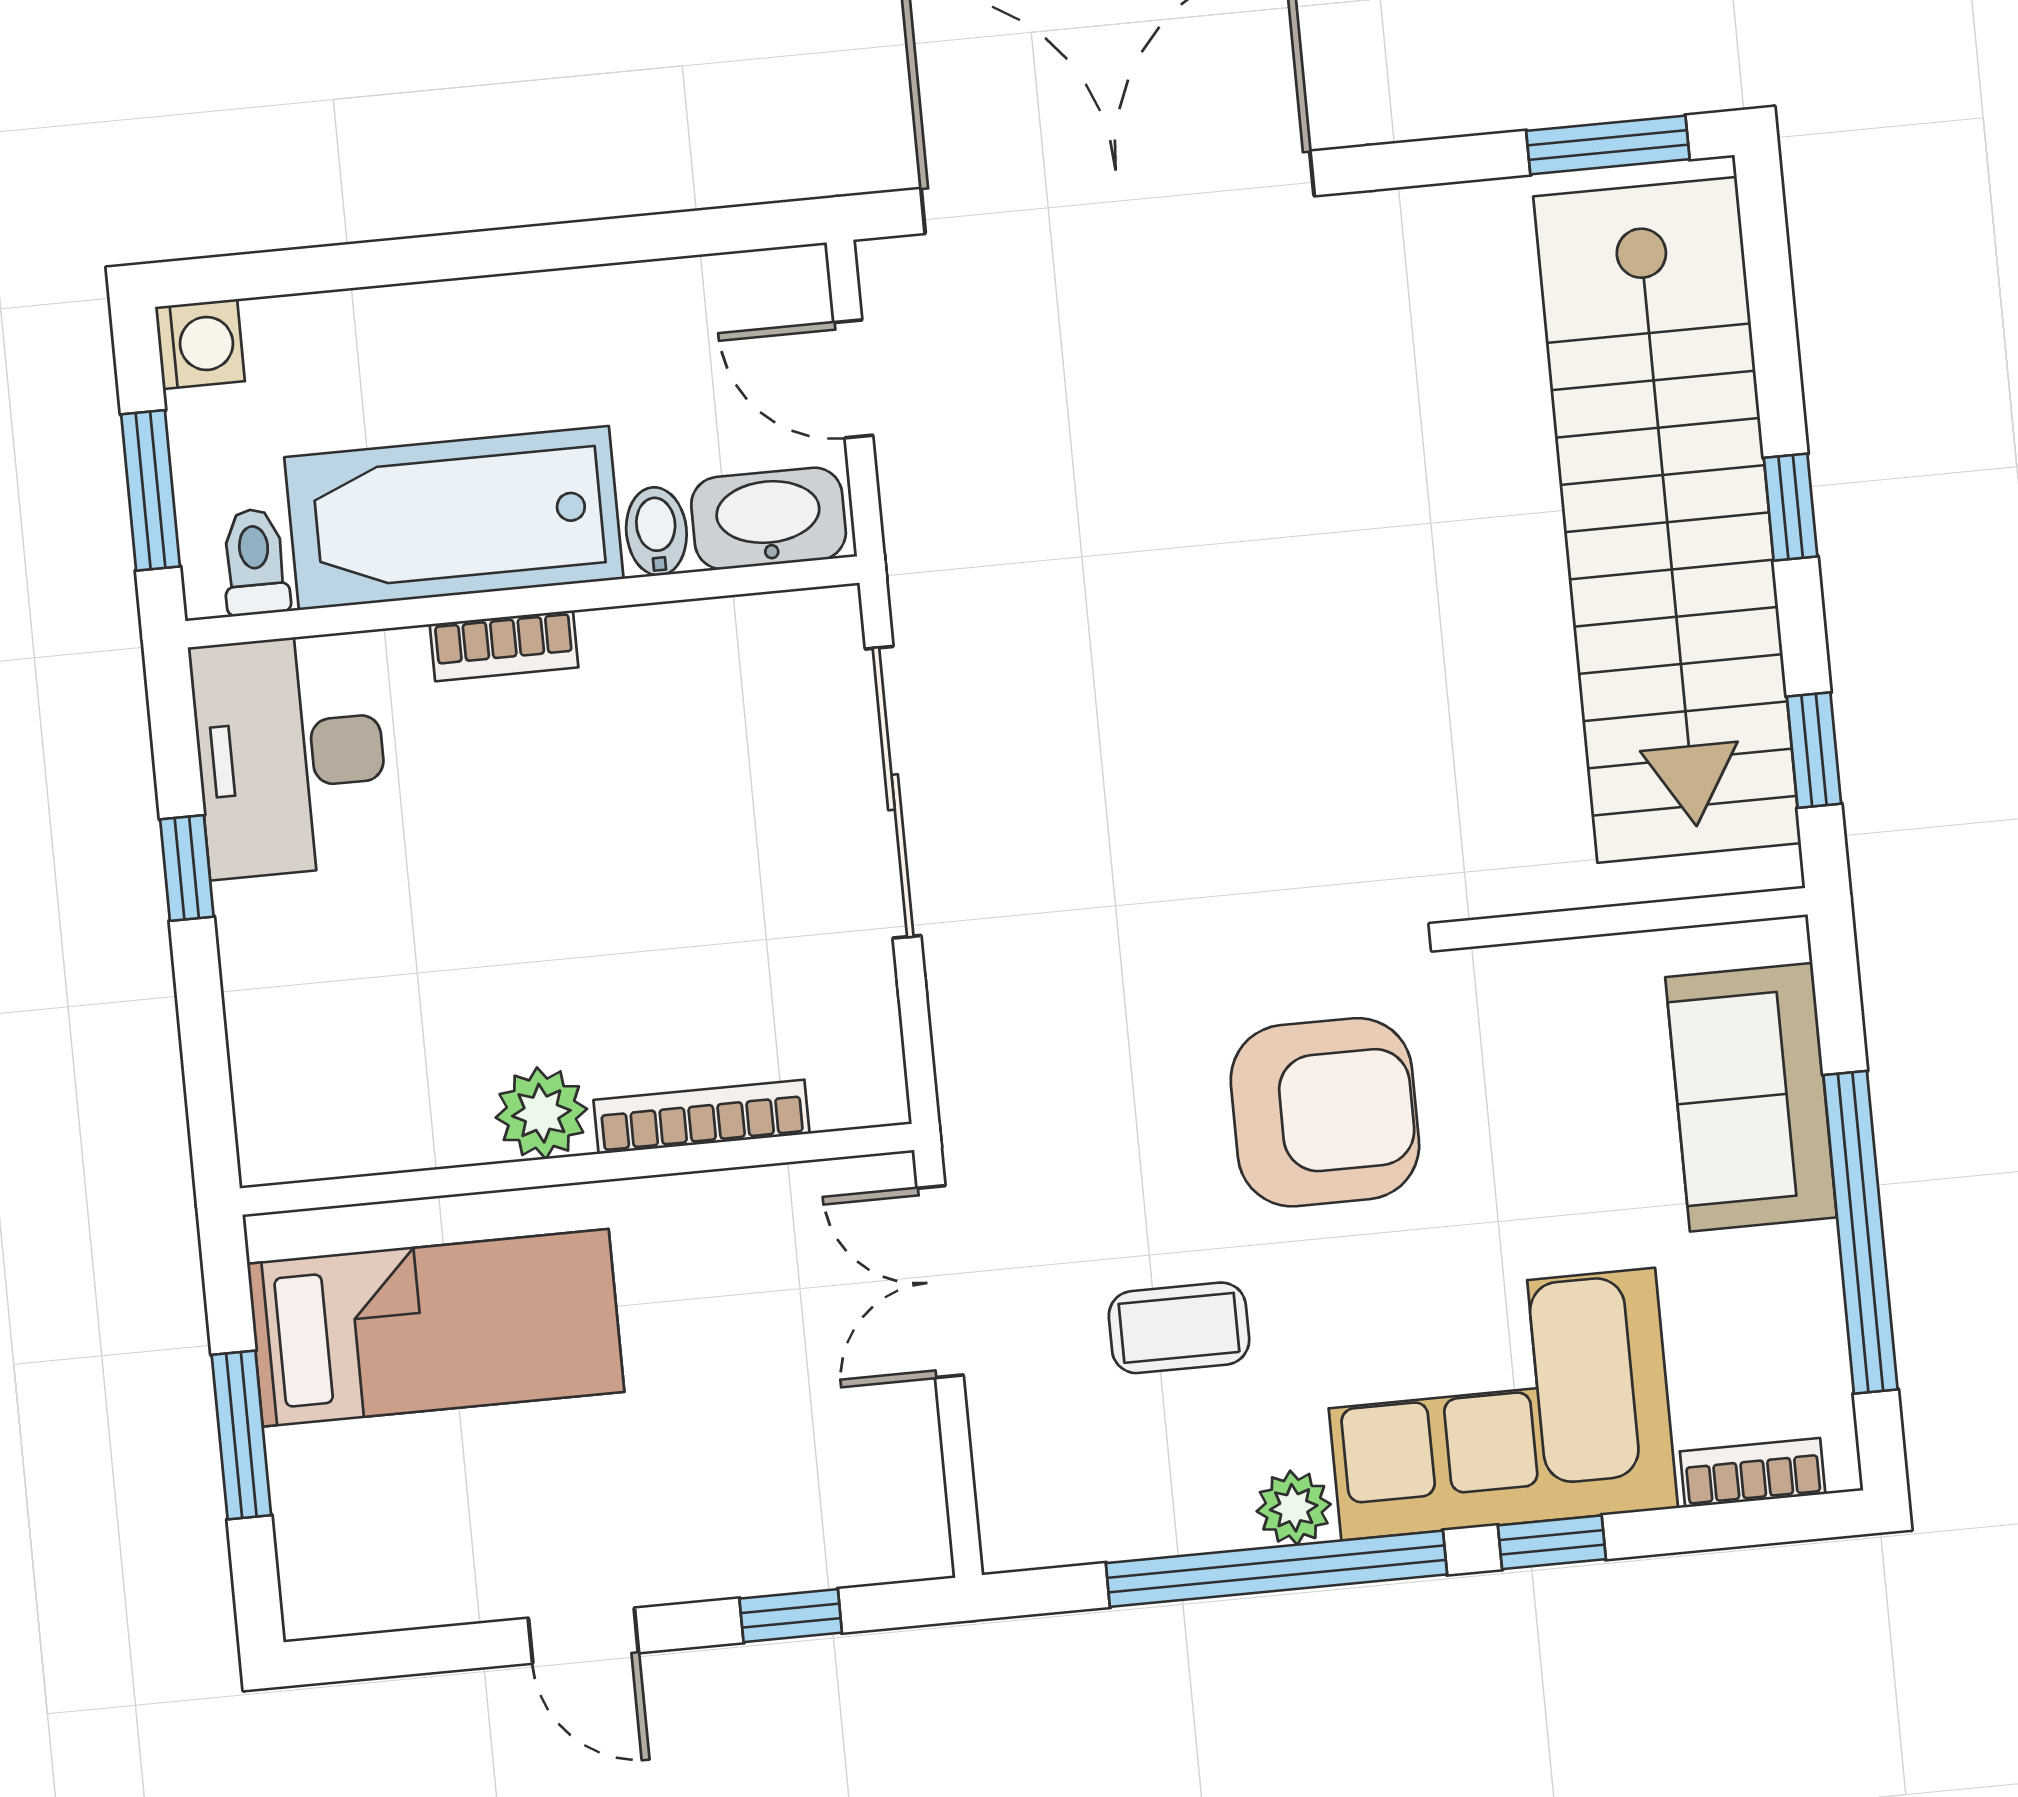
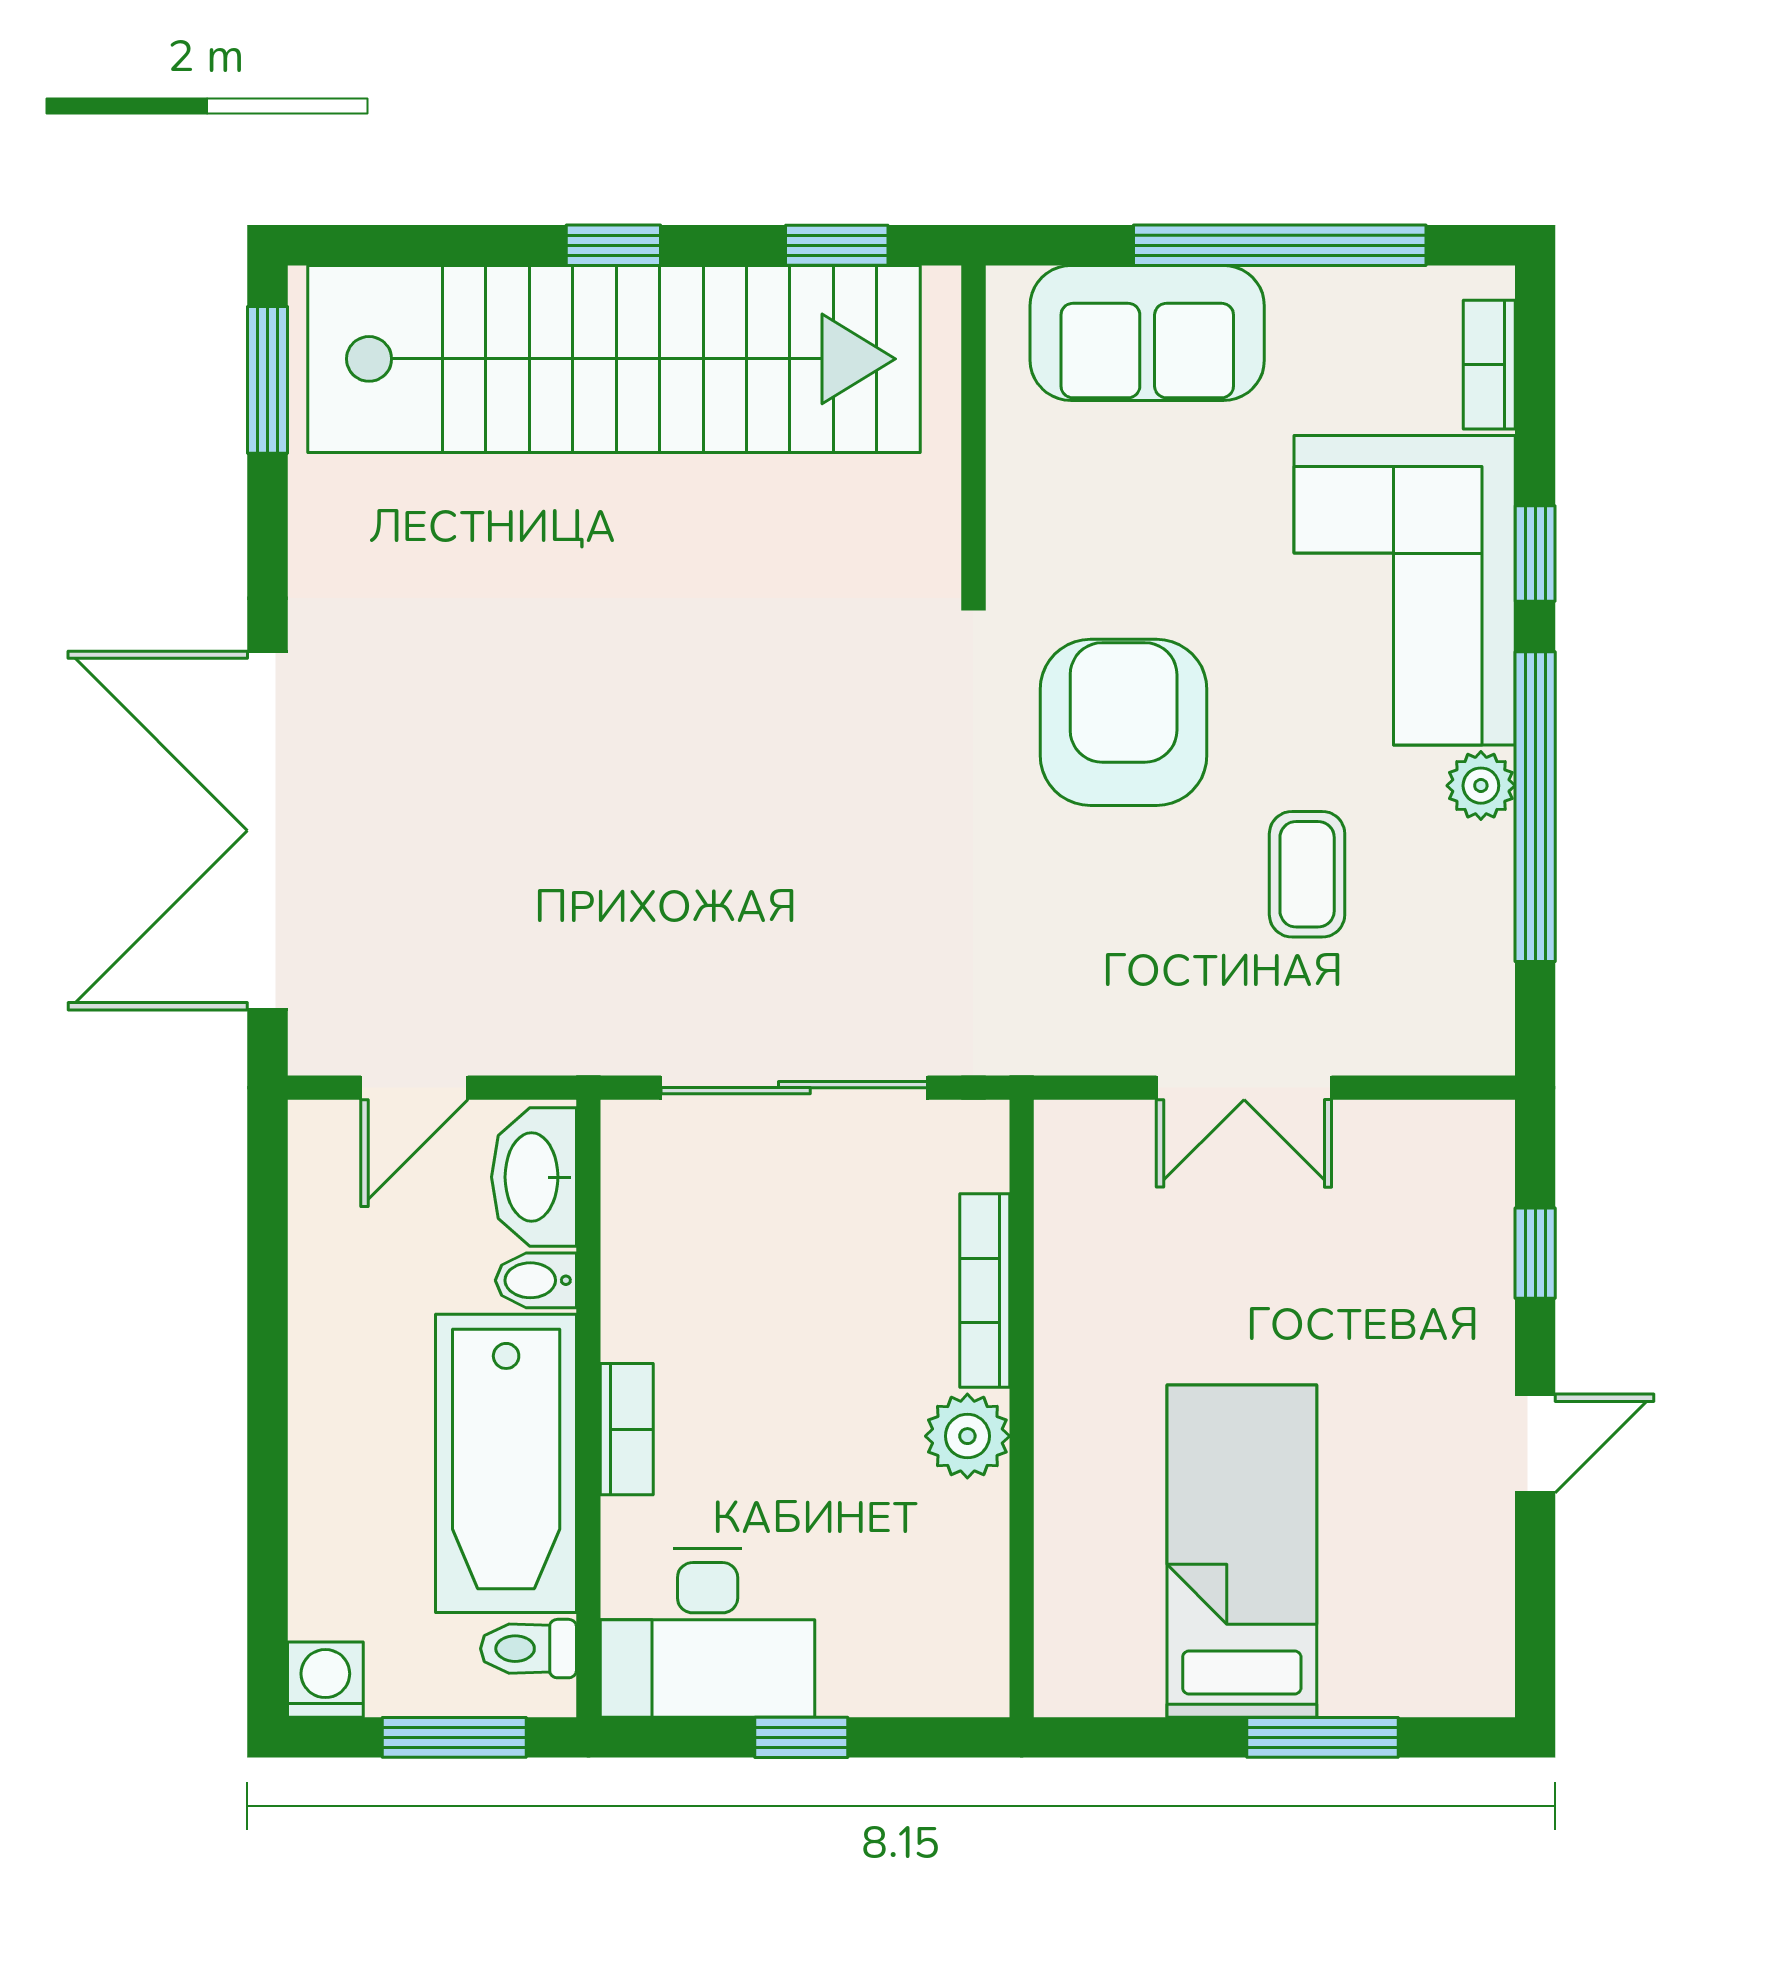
plant: (541, 1113) -> (967, 1436), moved
bookcase: (702, 1117) -> (985, 1291), moved
wall: (577, 1169) -> (1022, 1409), moved

